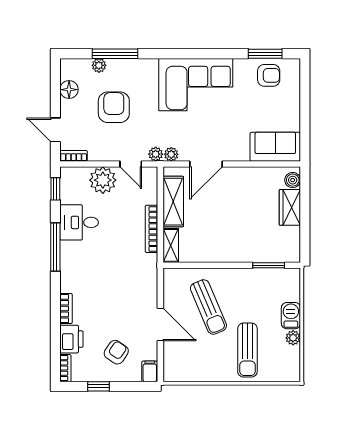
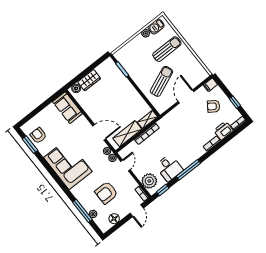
plant: (103, 180) -> (149, 181), moved
barbecue: (291, 316) -> (156, 27), moved

